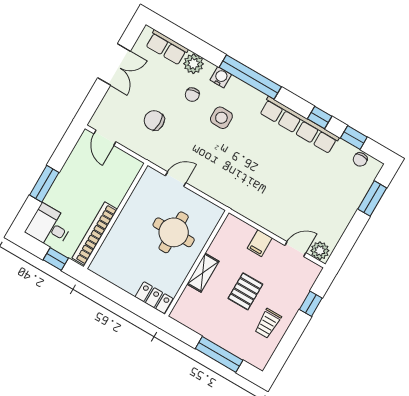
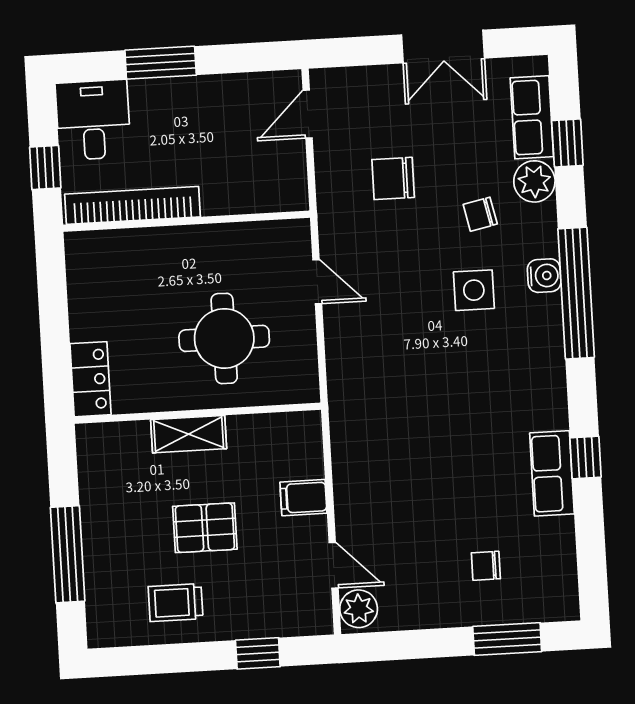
water cooler: (221, 77) -> (544, 276), moved
chair: (154, 120) -> (393, 178), turned -90
row of seats: (299, 125) -> (552, 473), width x0.50
window: (354, 137) -> (567, 143), moved
chair: (360, 159) -> (486, 566), moved

